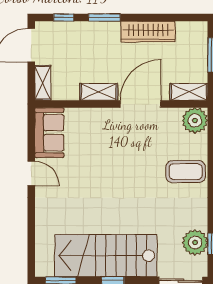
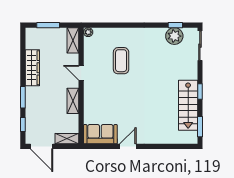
door: (141, 104) -> (81, 73), width x0.53
plant: (195, 120) -> (88, 32), width x0.53, depth x0.53
coffee table: (186, 172) -> (121, 61), moved
stairs: (106, 256) -> (188, 105), width x0.73, depth x0.66

